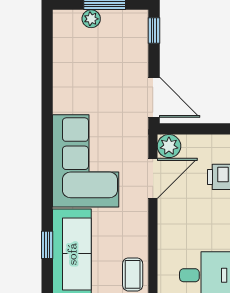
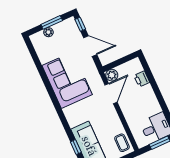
door: (154, 97) -> (90, 46), moved
corner sofa: (86, 161) -> (67, 80), moved

